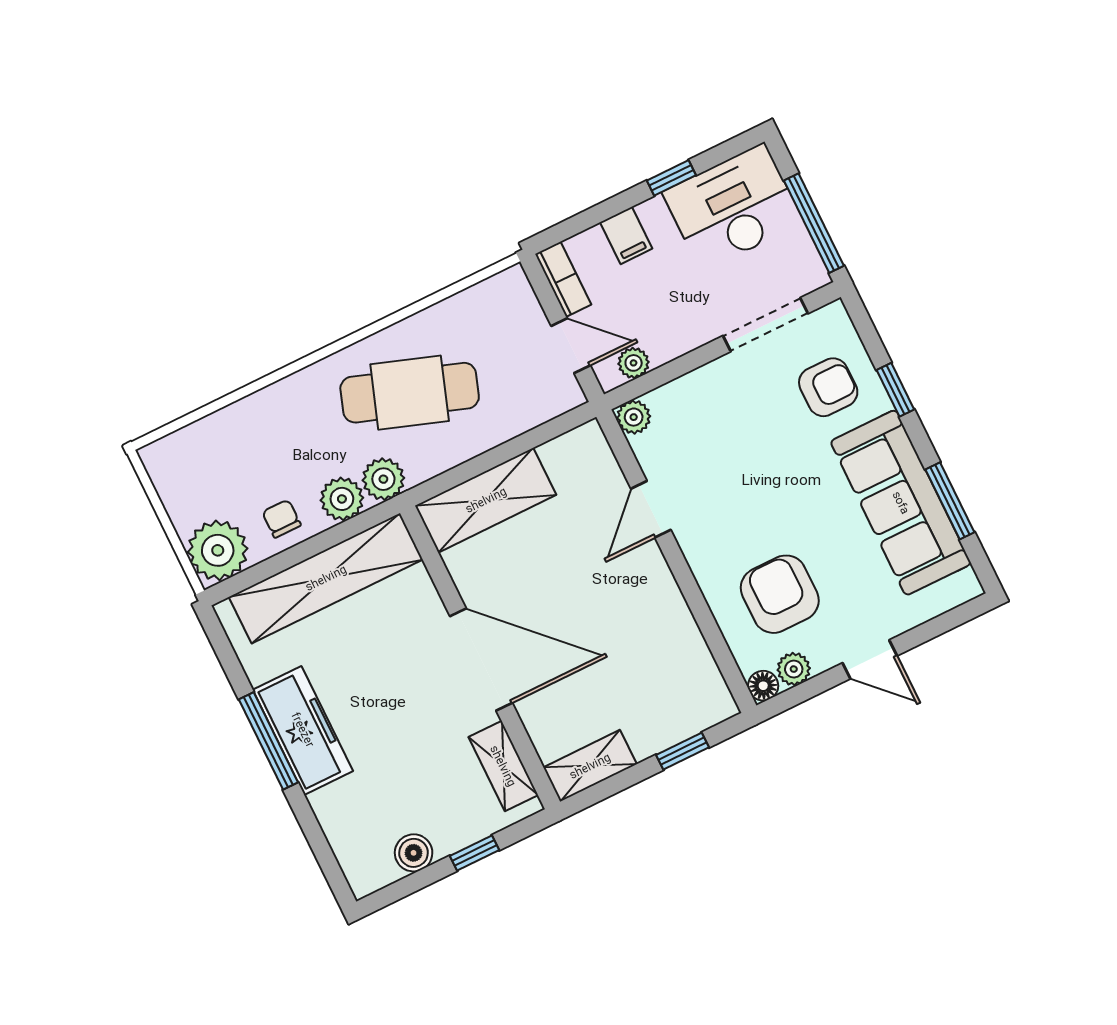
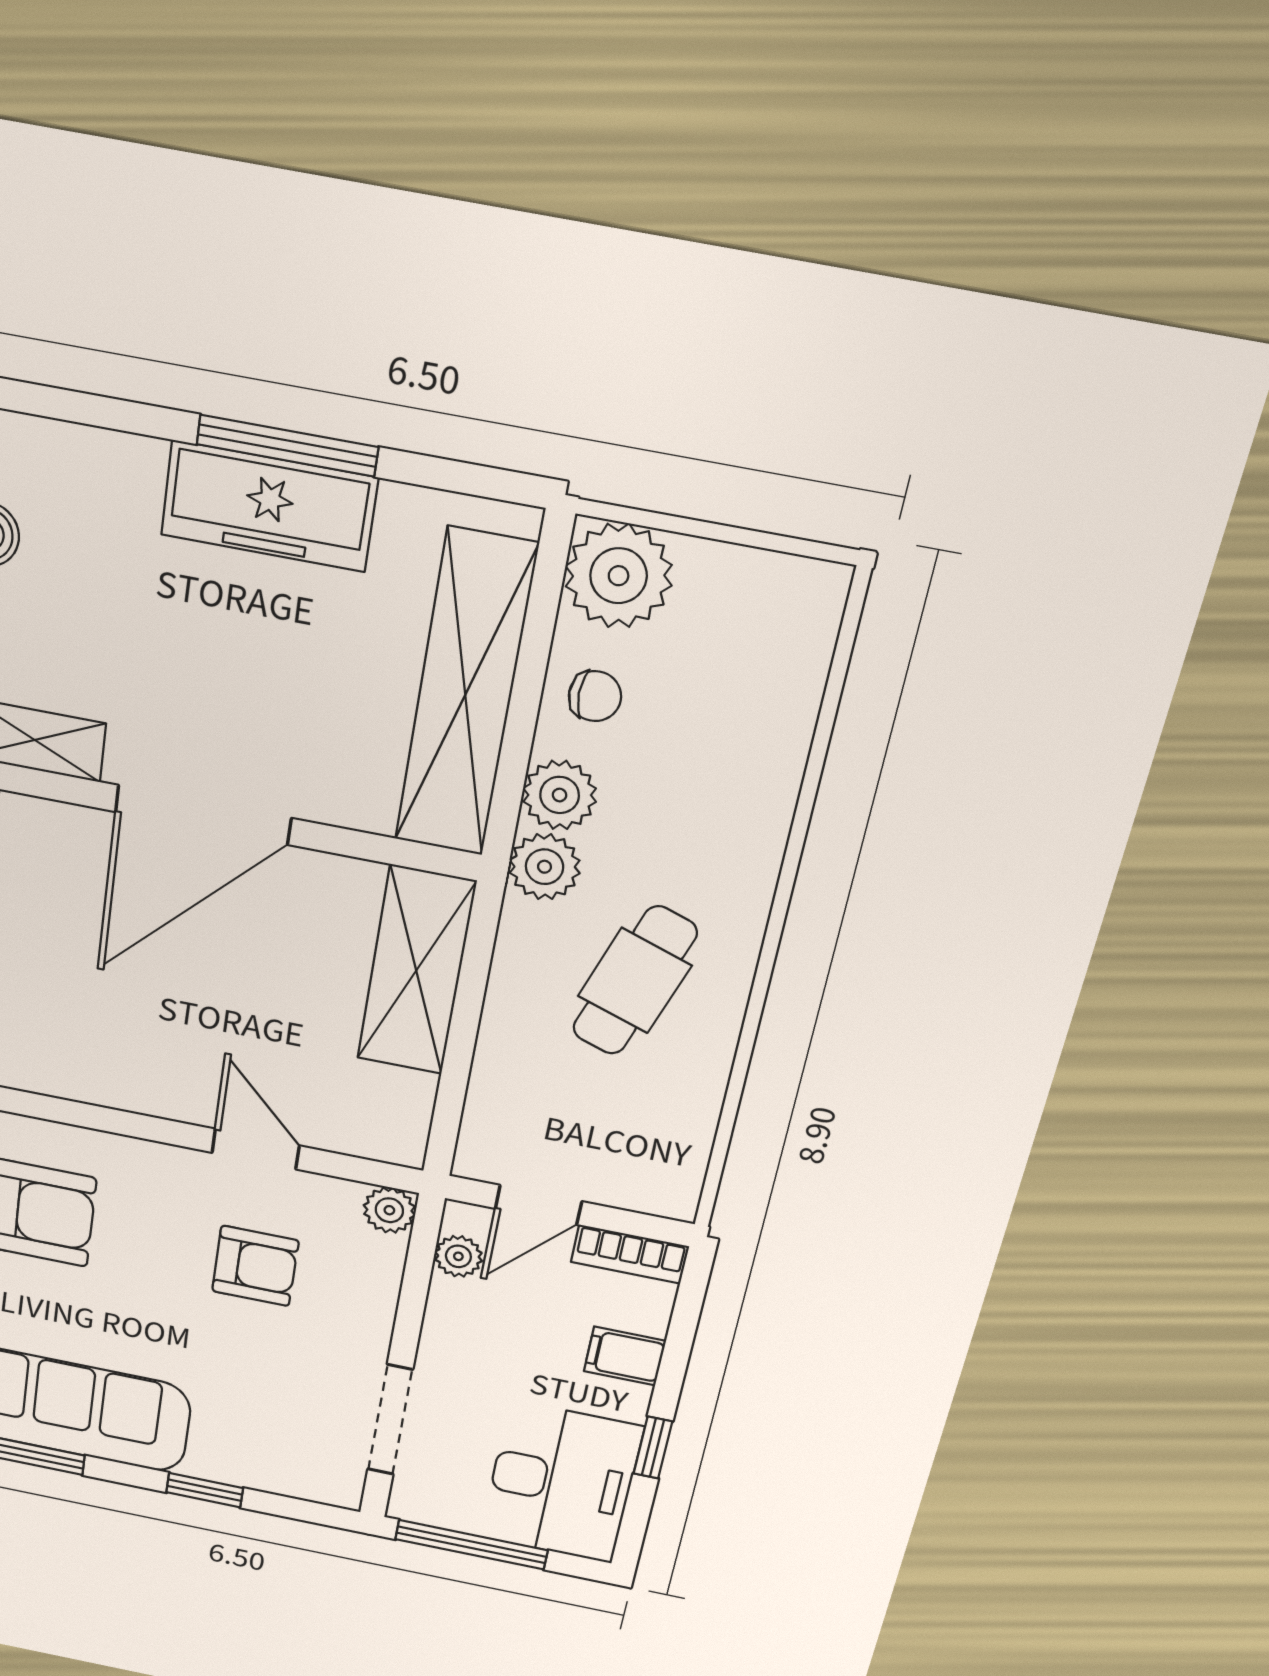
armchair: (828, 387) -> (255, 1266), moved, turned -90
cafe table: (410, 393) -> (635, 981), width x0.73, depth x0.74

